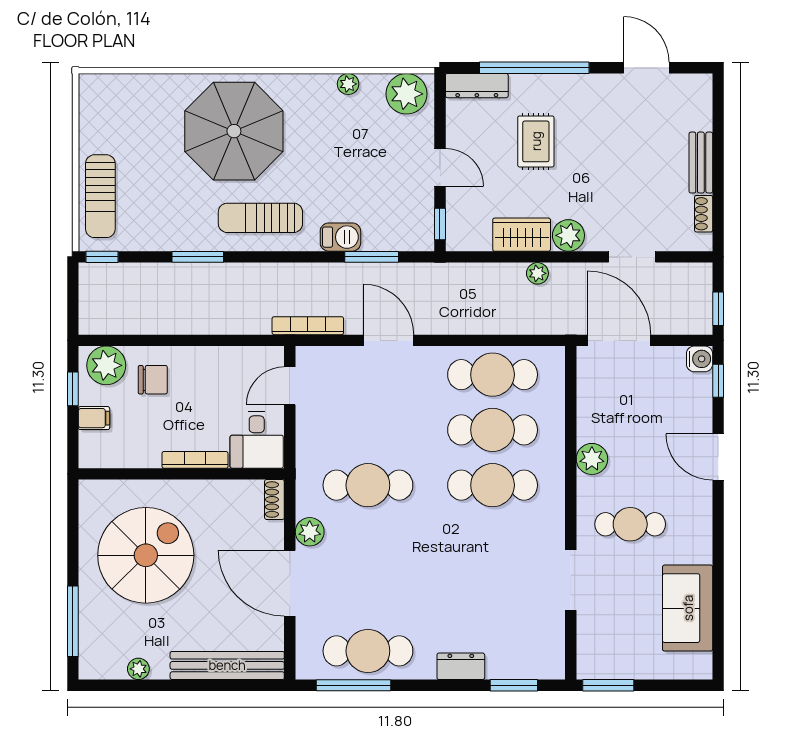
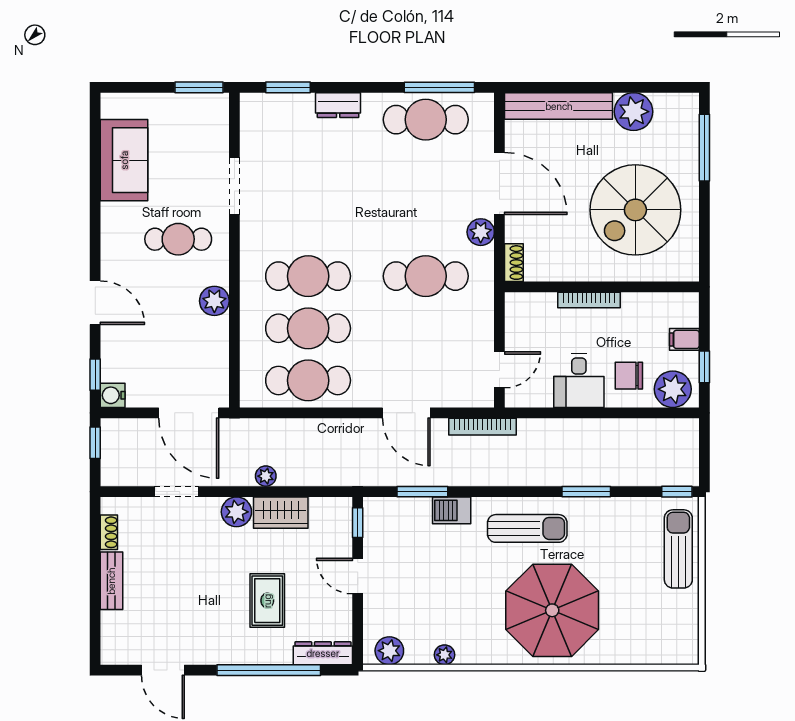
plant: (406, 94) -> (389, 651), width x0.73, depth x0.73
desk: (257, 440) -> (579, 381), moved, turned 180
plant: (138, 669) -> (634, 112), width x1.88, depth x1.88

